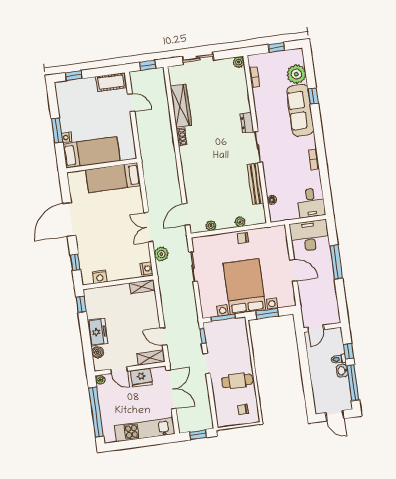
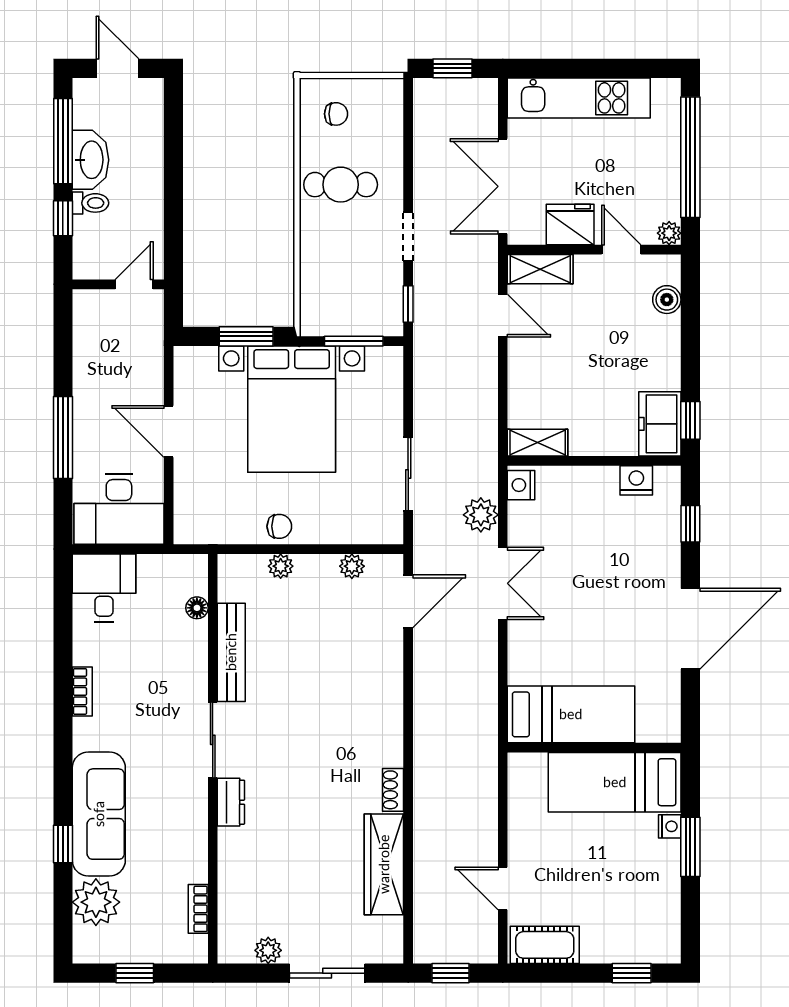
plant: (239, 62) -> (268, 950), moved
freezer: (98, 332) -> (660, 424), moved
washbasin: (342, 371) -> (91, 160), width x1.91, depth x1.45

